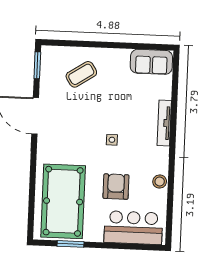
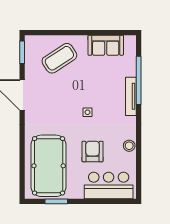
sofa: (151, 62) -> (106, 45), moved
coffee table: (81, 74) -> (59, 58), width x1.36, depth x1.32
window: (174, 105) -> (139, 80), added

